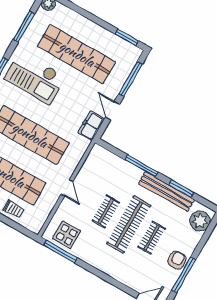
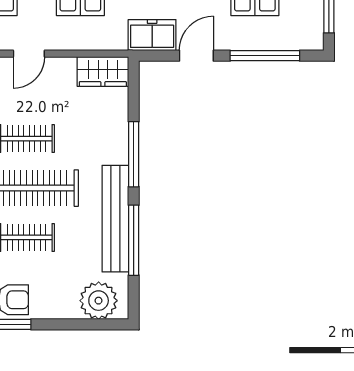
wardrobe: (95, 158) -> (103, 72), added
window: (181, 189) -> (134, 240), width x1.44

